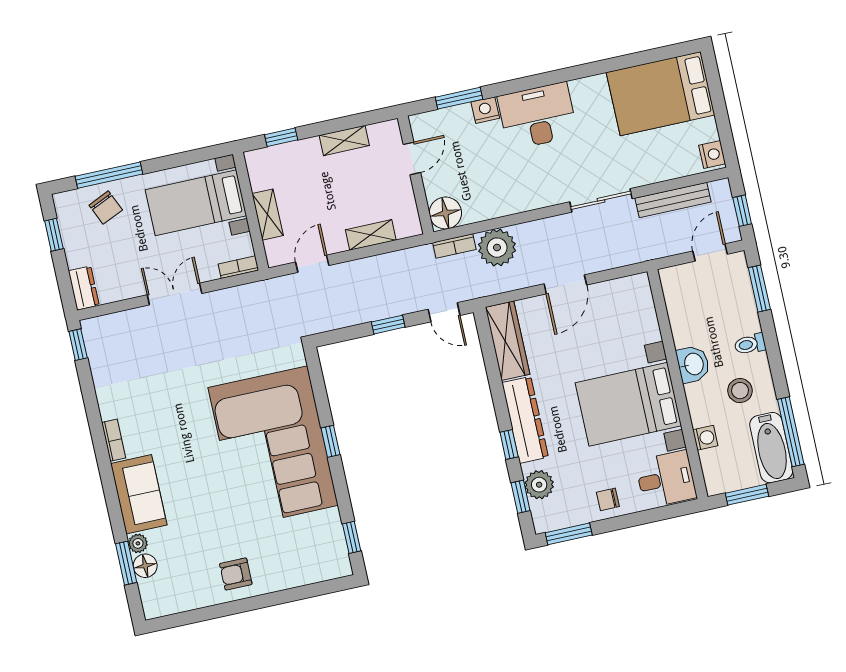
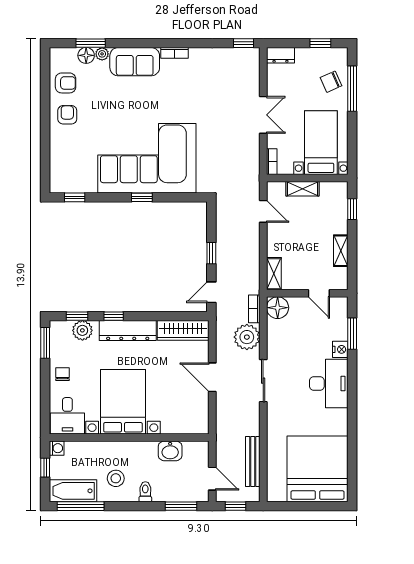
bed: (661, 94) -> (318, 469), width x1.36
nightstand: (712, 154) -> (277, 494), removed
sliding door: (601, 200) -> (263, 381), moved
shelving: (371, 235) -> (274, 274), moved
washbasin: (693, 364) -> (170, 451), moved
washing machine: (705, 438) -> (57, 448), moved, turned -90
window: (747, 495) -> (45, 468), width x0.67
armchair: (191, 586) -> (66, 83), added

